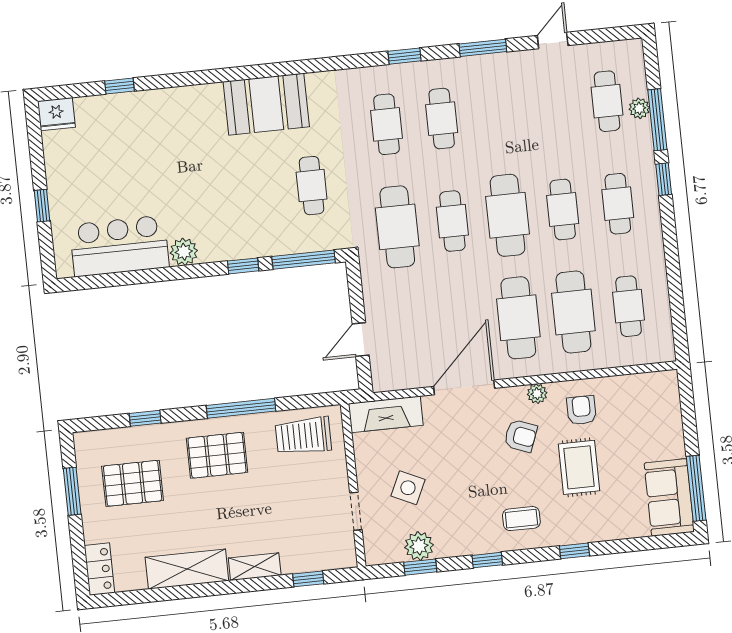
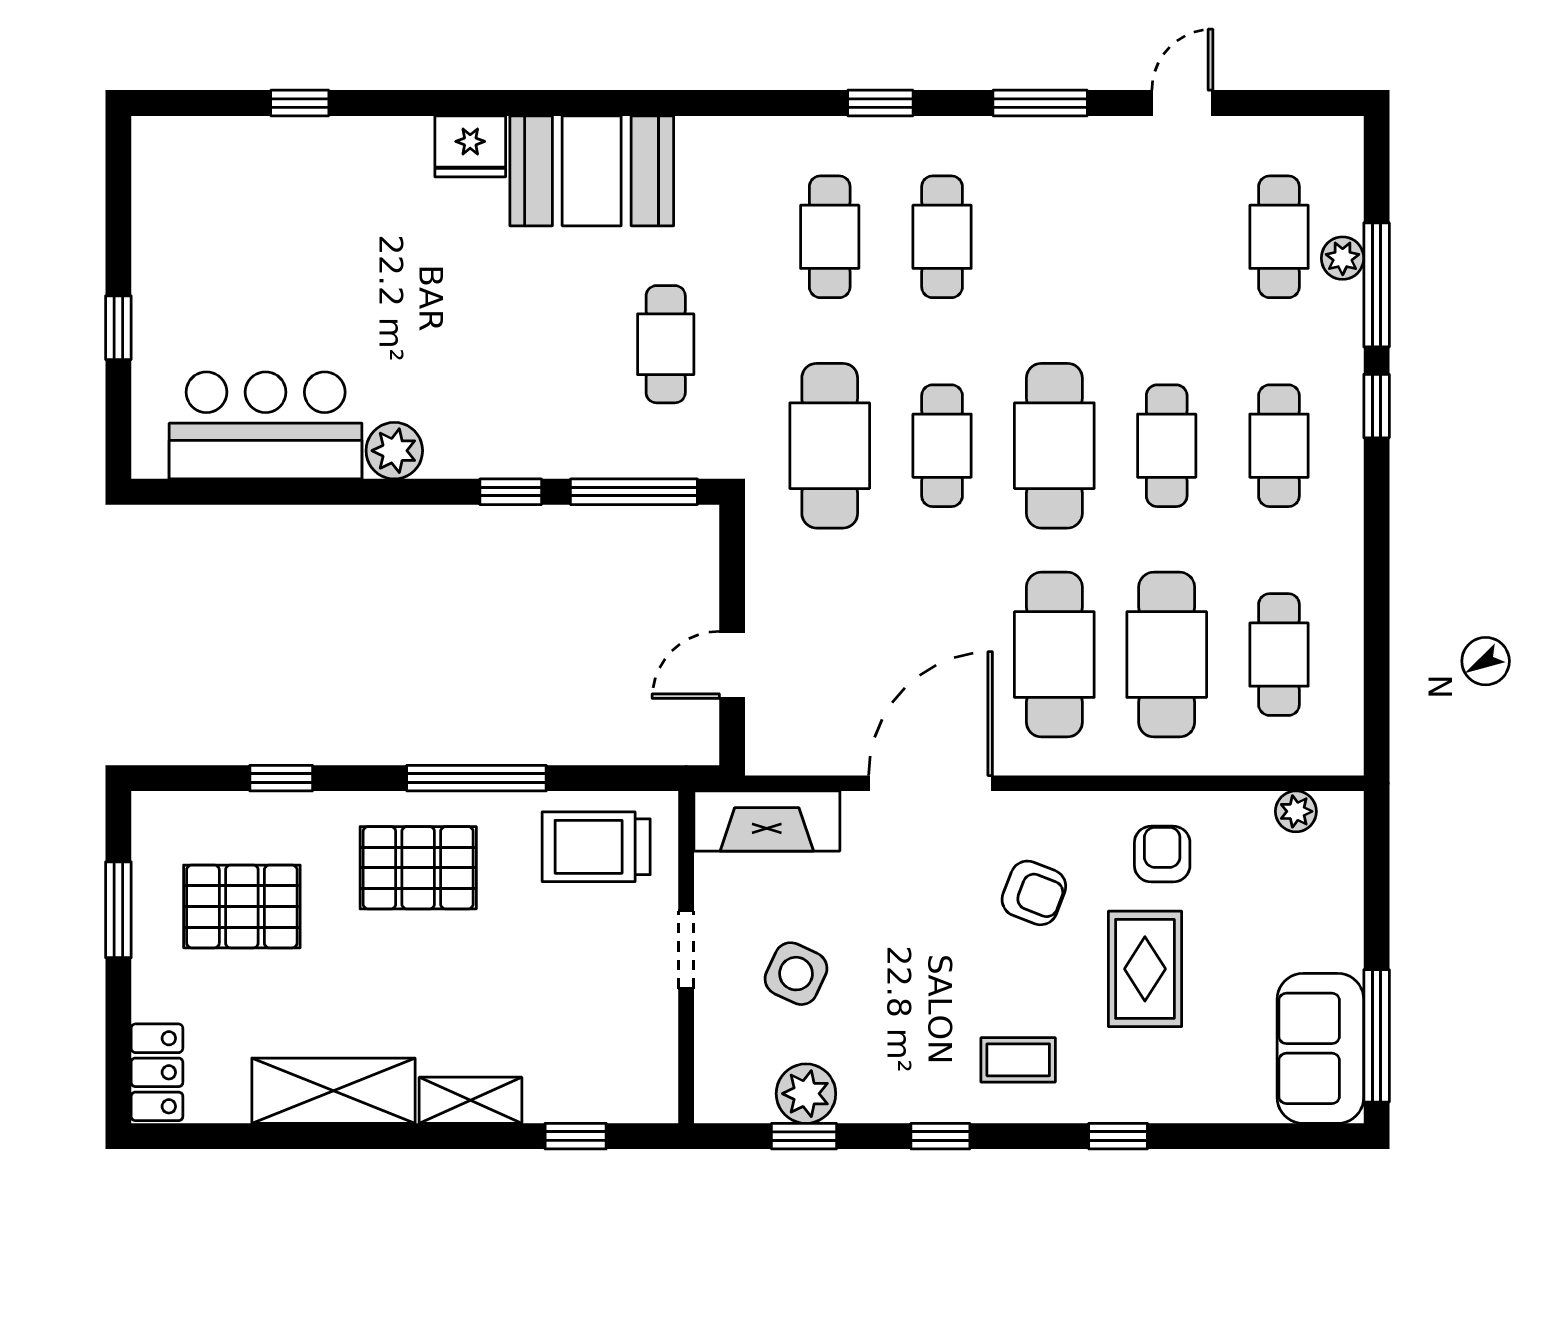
fridge: (56, 114) -> (470, 146), moved
plant: (537, 394) -> (1296, 811), moved
doorway: (356, 511) -> (686, 950), moved

